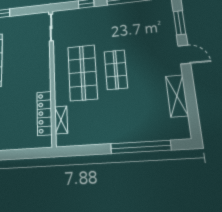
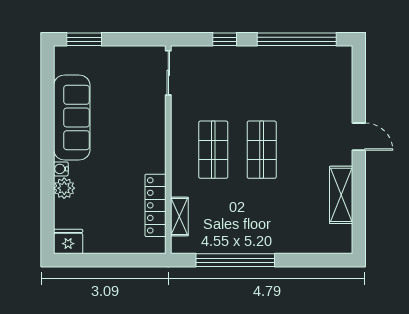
window: (180, 23) -> (359, 88), removed
shop shelf: (82, 73) -> (213, 150), width x0.70, depth x0.74
window: (141, 147) -> (235, 260), moved

